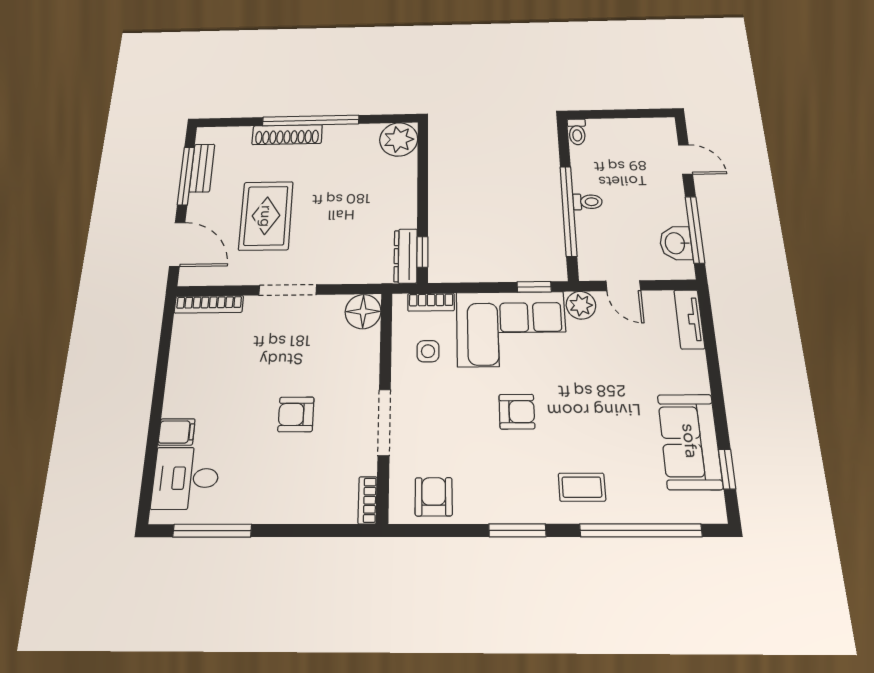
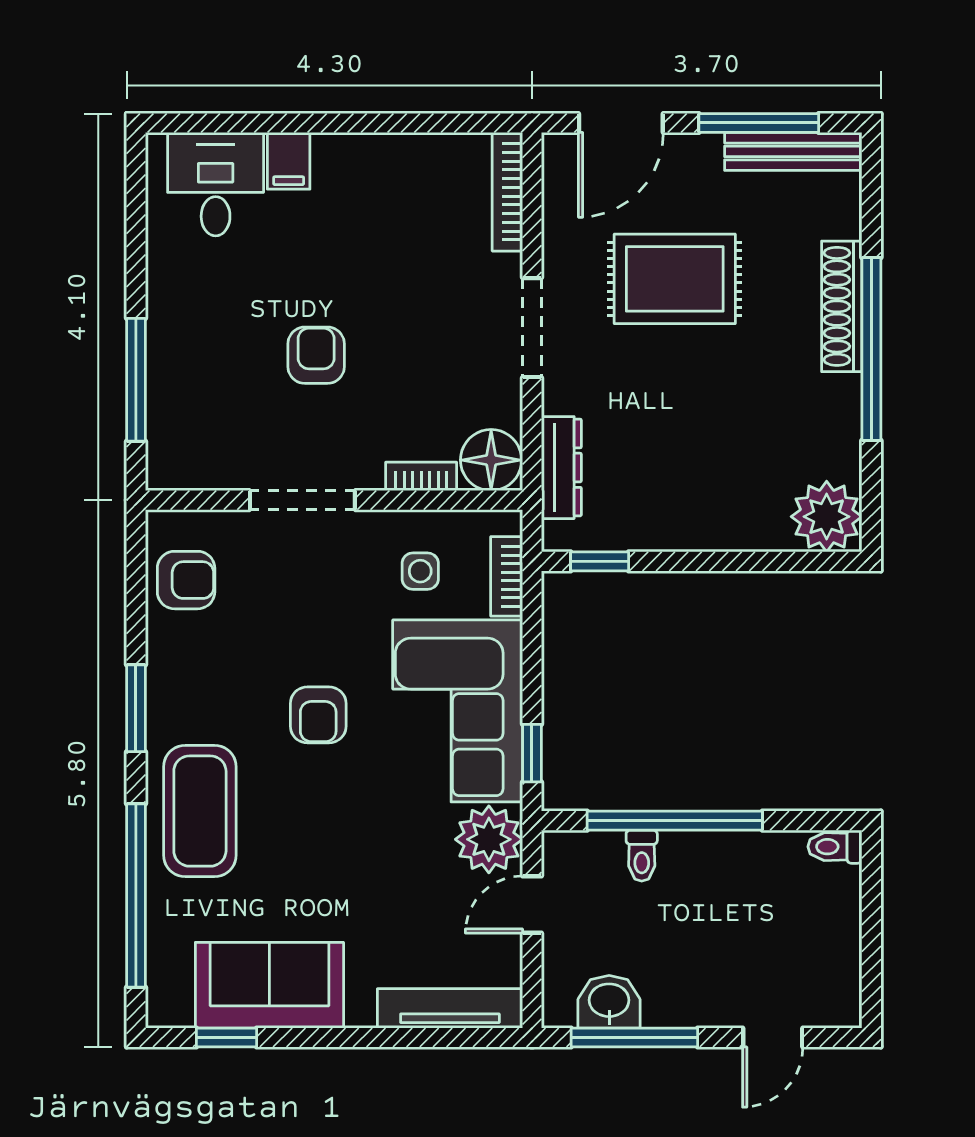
bench: (202, 168) -> (792, 151), width x1.36
toilet: (588, 202) -> (642, 856), moved
dresser: (406, 256) -> (561, 468), moved, turned 90
plant: (581, 305) -> (489, 839), width x1.36, depth x1.36
tv unit: (689, 319) -> (450, 1008), width x1.41
coffee table: (582, 487) -> (200, 811), width x1.86, depth x1.72
bookcase: (368, 500) -> (421, 476), moved
window: (212, 531) -> (136, 380), moved

